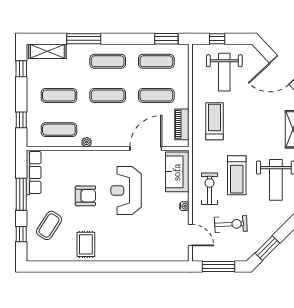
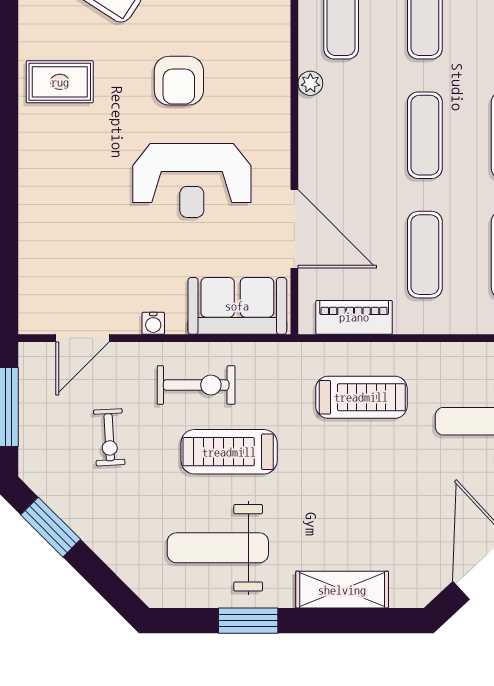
reception desk: (126, 190) -> (192, 180), turned 180
exercise bike: (231, 224) -> (109, 437), width x0.73, depth x0.72

